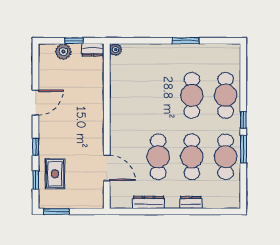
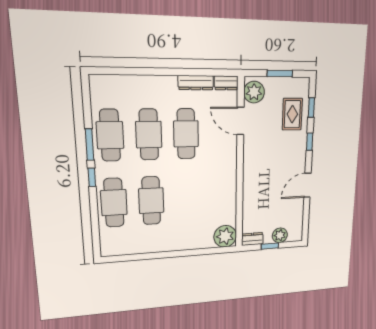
window: (186, 41) -> (160, 255), removed
plant: (116, 50) -> (225, 236), width x1.88, depth x1.88
plant: (94, 194) -> (254, 92), added
dresser: (191, 202) -> (226, 83), moved
window: (56, 211) -> (280, 73), moved

